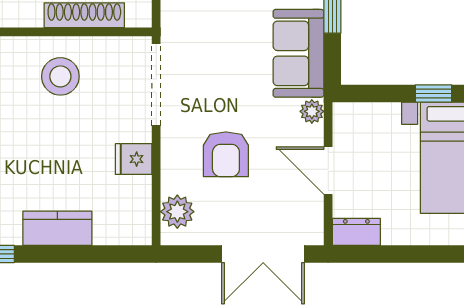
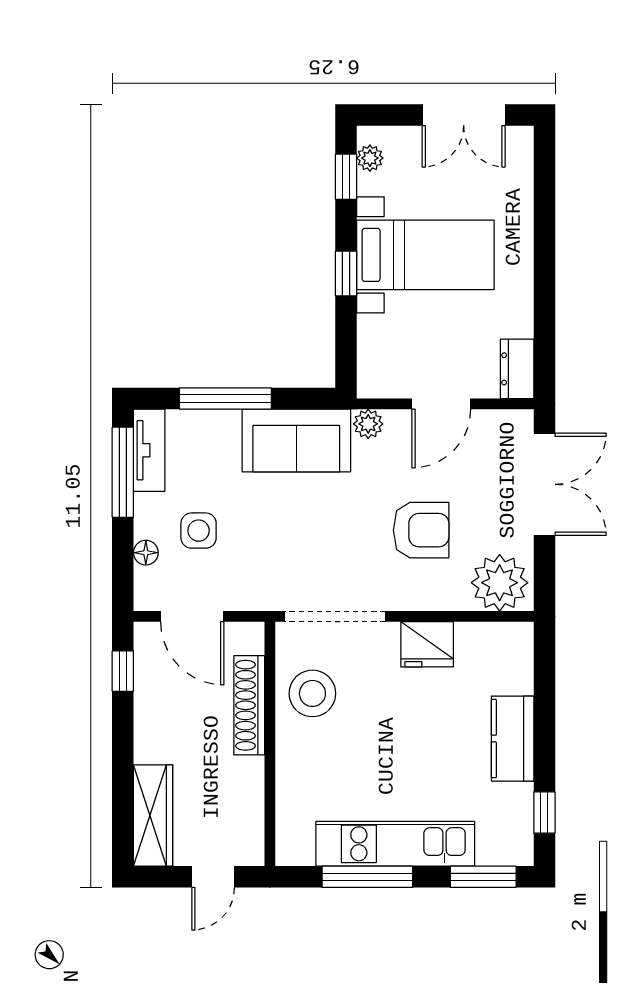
stool: (60, 76) -> (312, 693), moved
fridge: (134, 159) -> (427, 644), width x1.38
plant: (177, 212) -> (500, 583), width x1.36, depth x1.36

